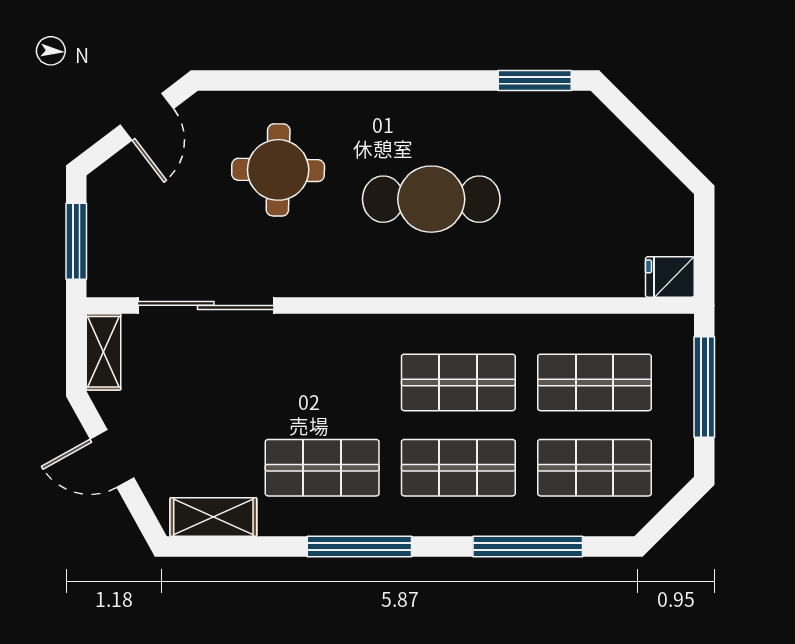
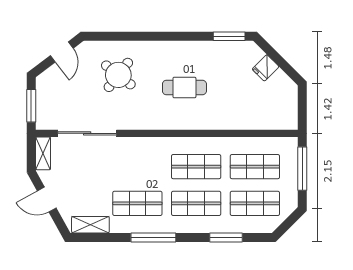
round table: (278, 170) -> (118, 75), turned 37
cafe table: (431, 199) -> (184, 87), width x0.73, depth x0.74
fridge: (670, 277) -> (266, 68), moved, turned -45
window: (528, 547) -> (226, 237), width x0.69

